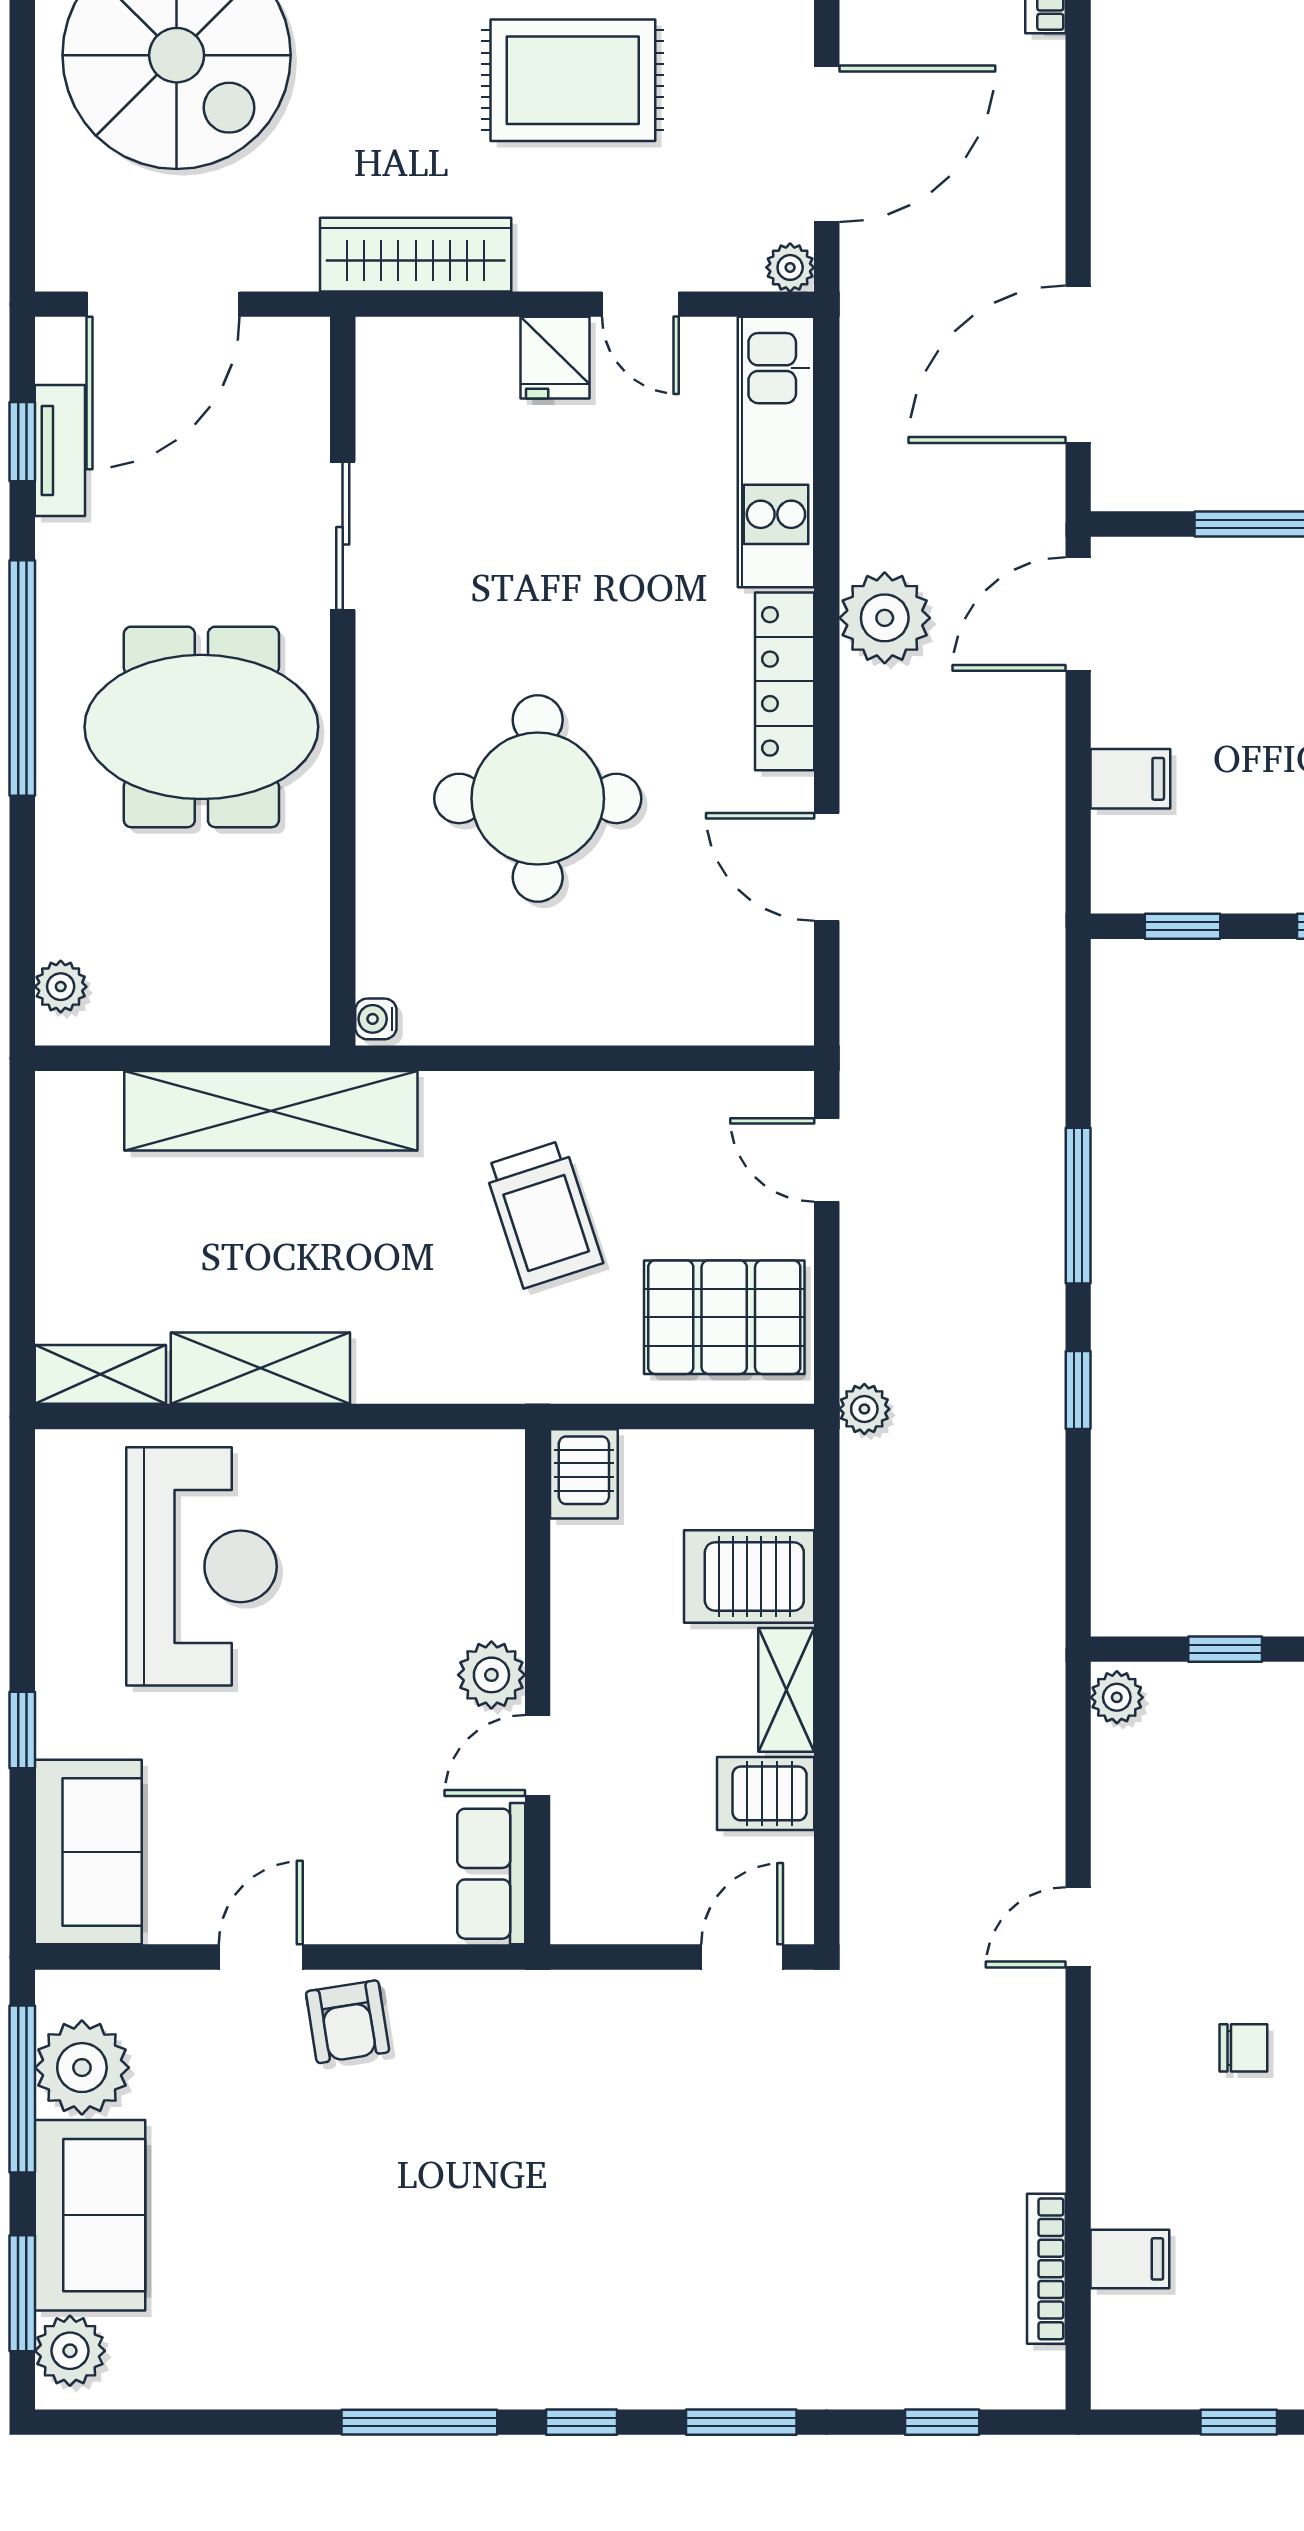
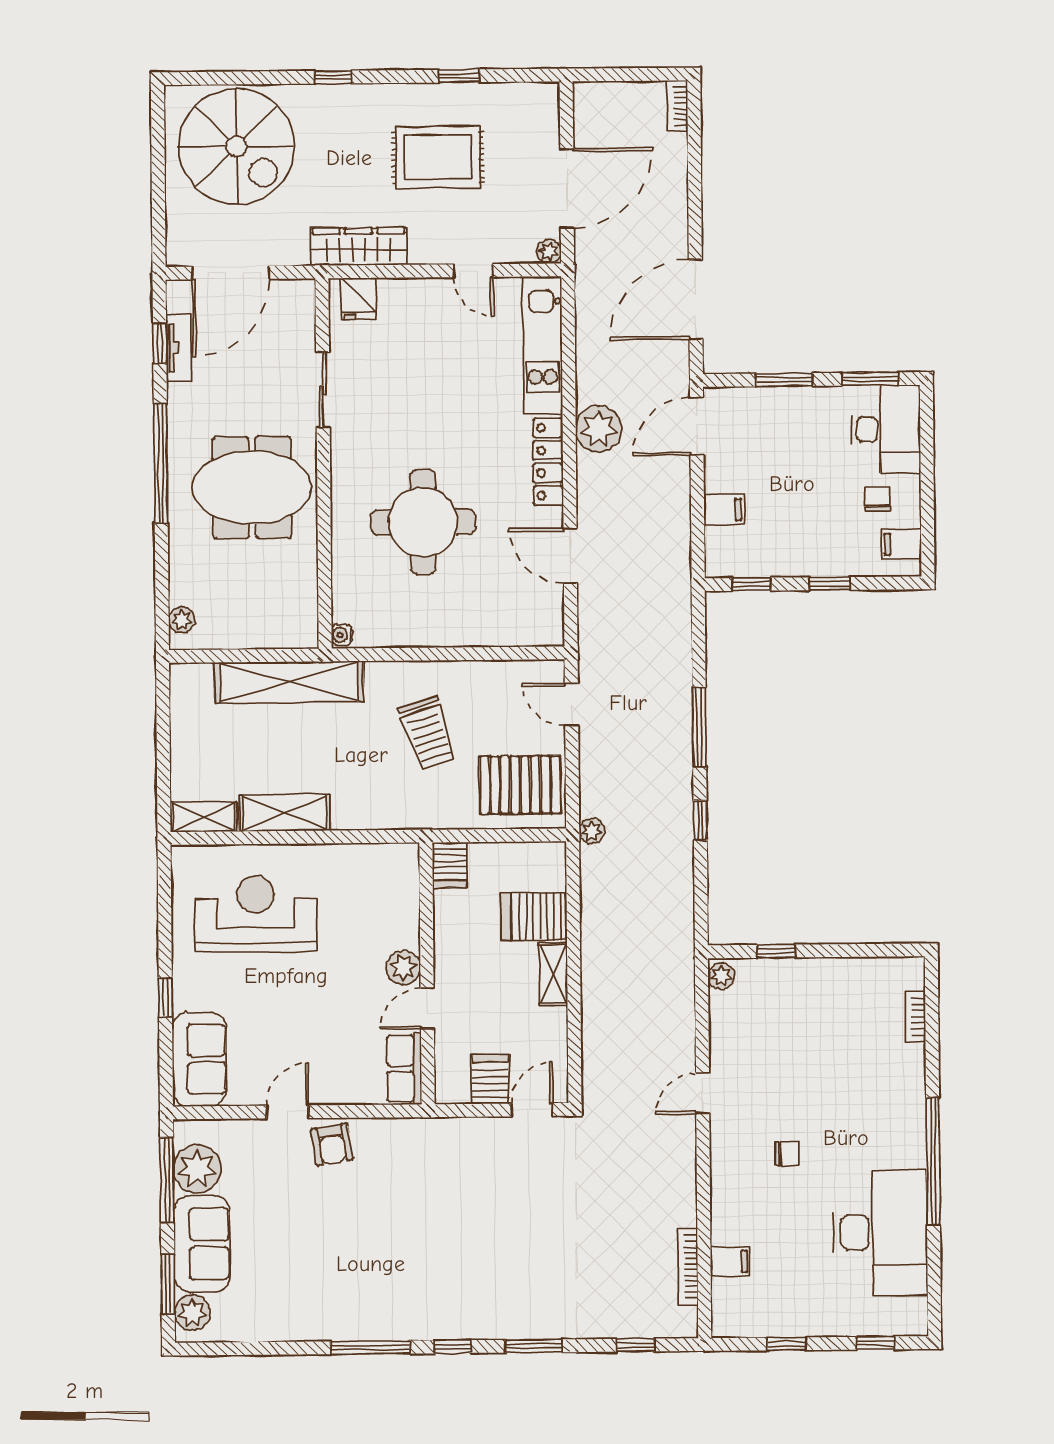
fridge: (555, 358) -> (358, 299), moved
reception desk: (202, 1566) -> (256, 914), turned -90
server rack: (766, 1793) -> (490, 1079), moved, turned 90

